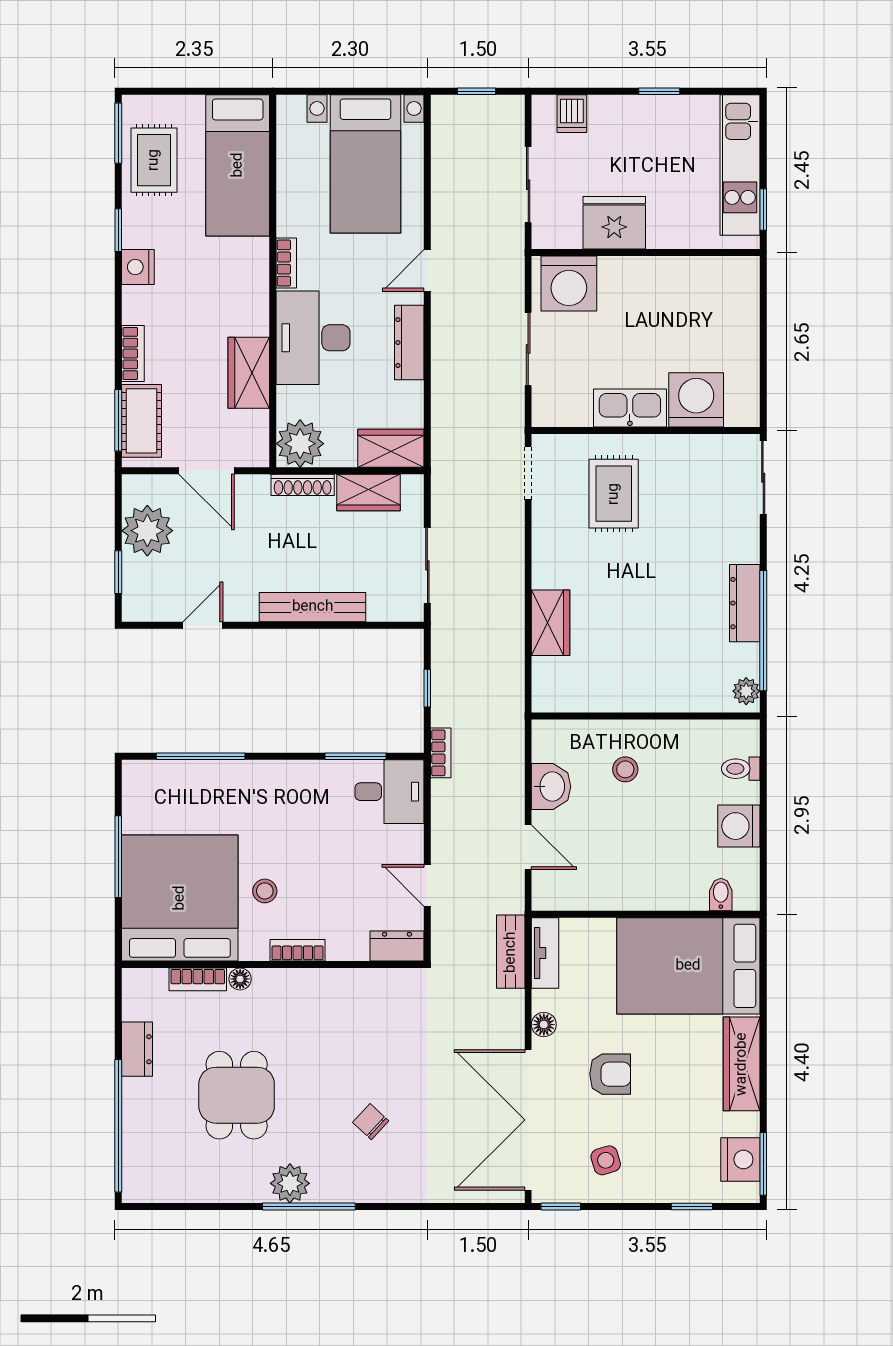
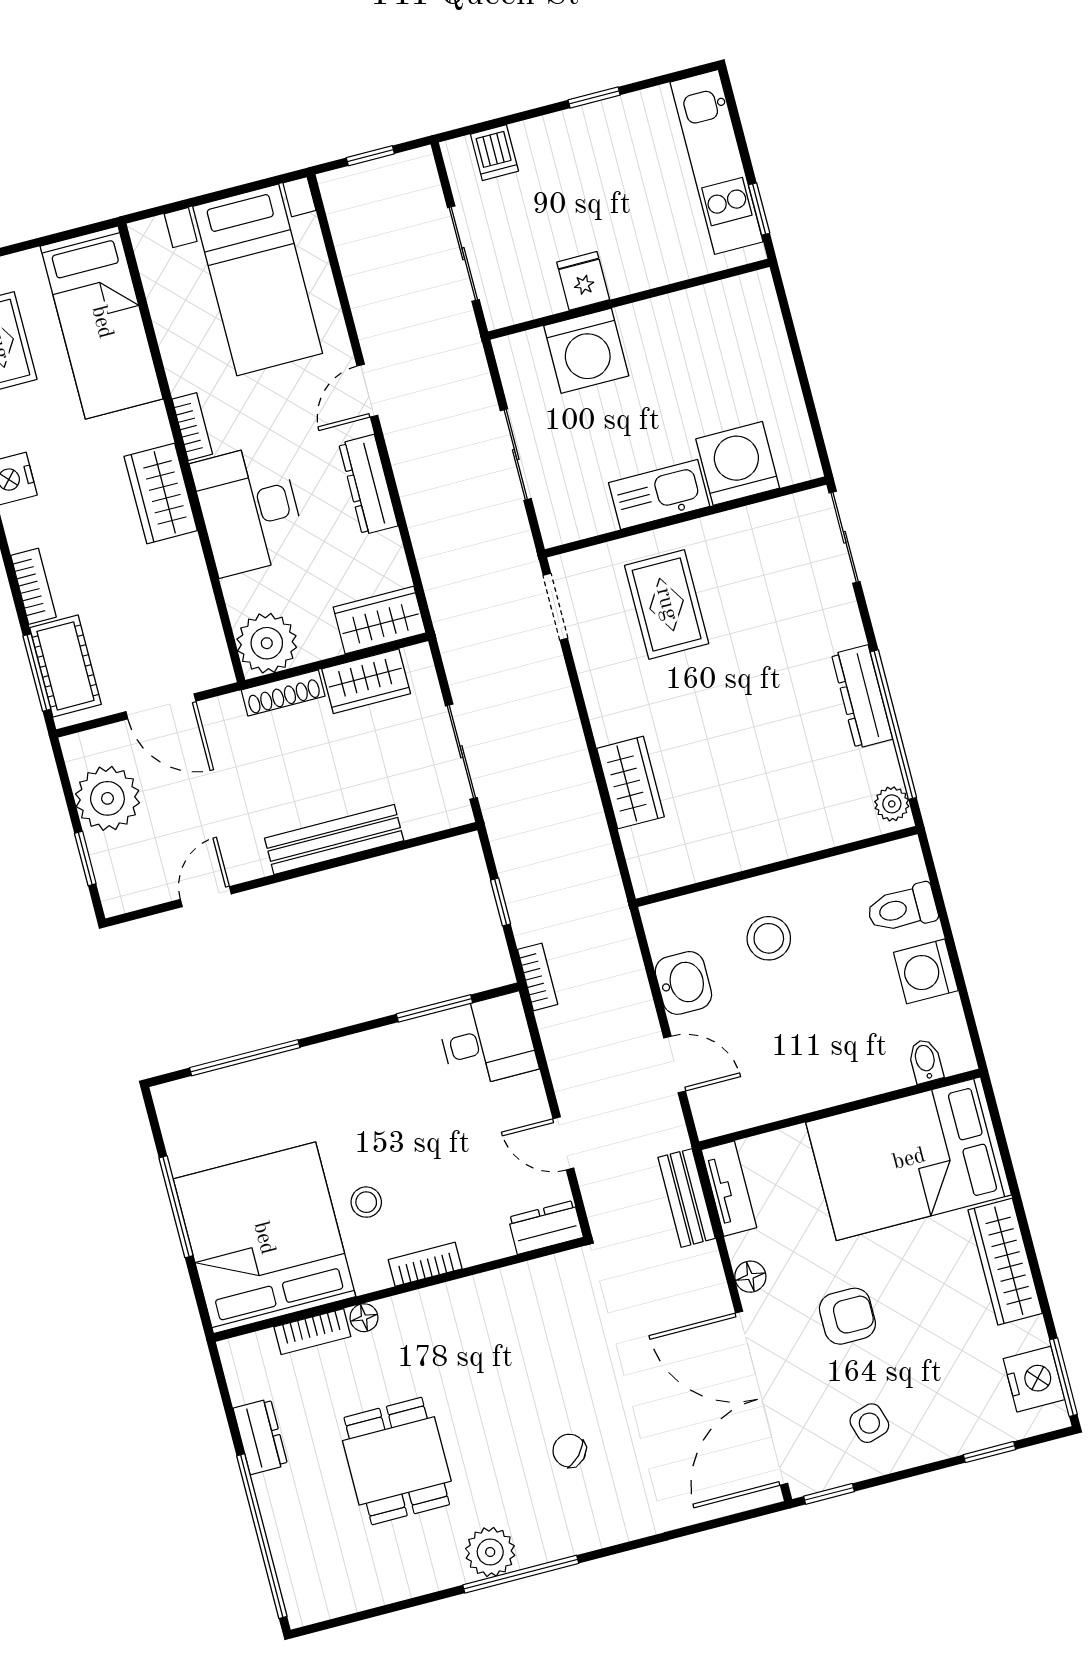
fridge: (614, 223) -> (583, 281), width x0.53, depth x0.75
washing machine: (569, 284) -> (586, 351), moved
wardrobe: (249, 373) -> (161, 493), moved
stool: (625, 769) -> (769, 938), width x1.37, depth x1.37
toilet: (741, 769) -> (902, 908), width x1.37, depth x1.39

